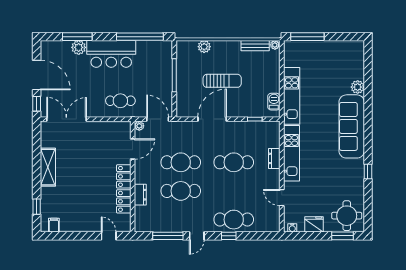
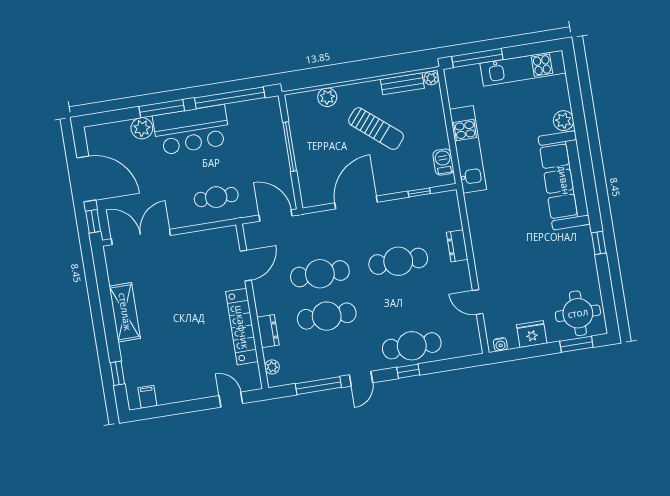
window: (77, 37) -> (162, 109), moved
sun lounger: (222, 81) -> (376, 129), moved, turned 40
plant: (139, 126) -> (272, 367), moved
kitchen unit: (291, 153) -> (523, 68), moved, turned 90

